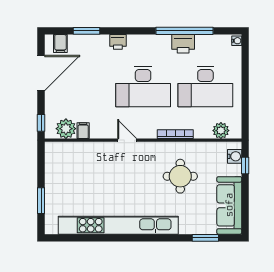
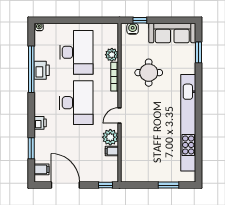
plant: (66, 129) -> (110, 137), moved
plant: (221, 131) -> (112, 55), moved

